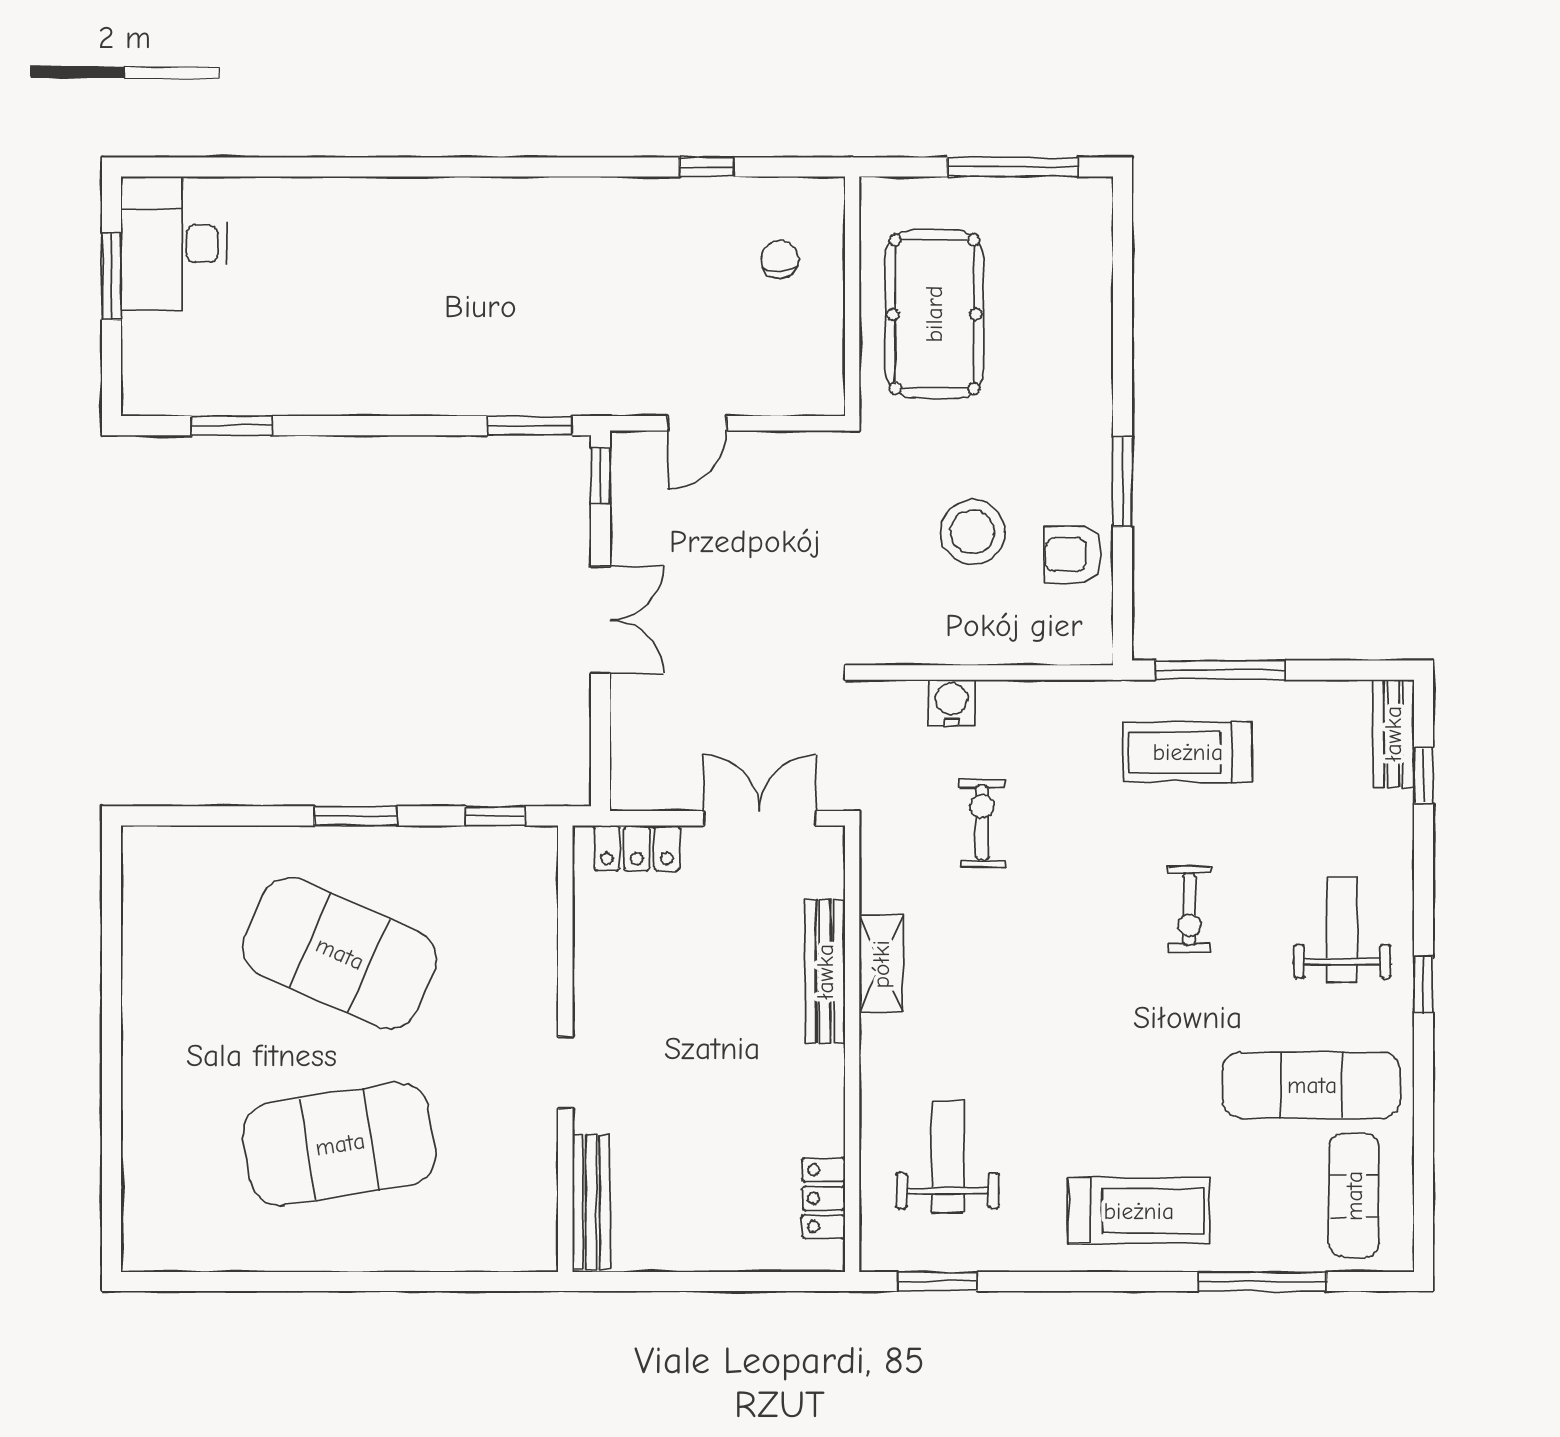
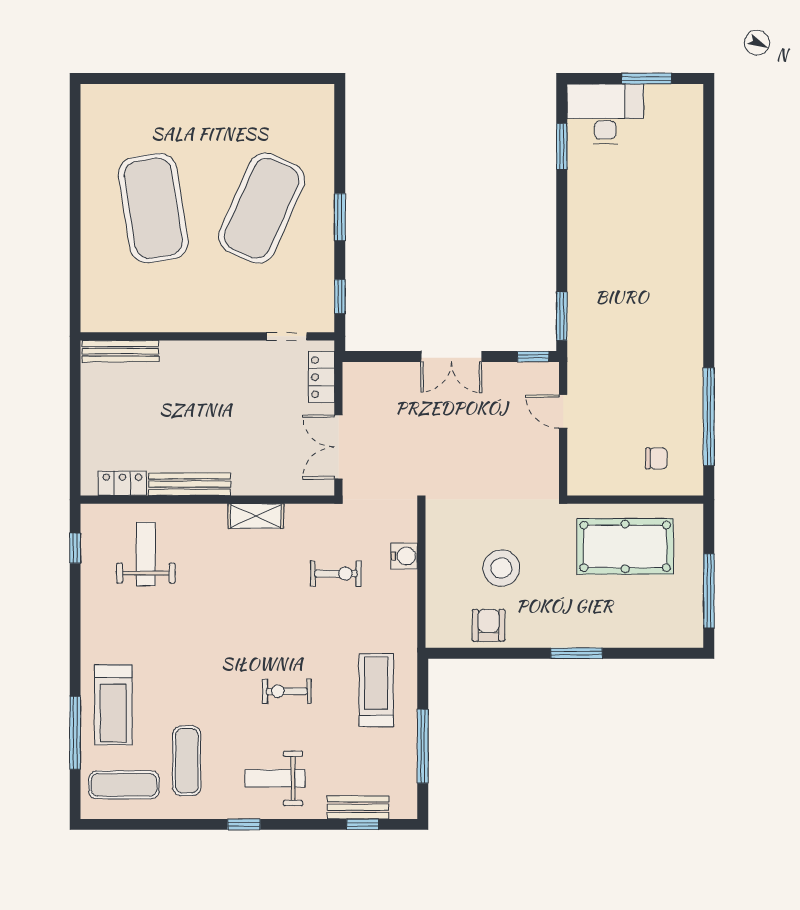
window: (706, 167) -> (709, 417), width x3.17
desk: (174, 244) -> (605, 114), moved
window: (1123, 481) -> (577, 653), moved
window: (1220, 670) -> (423, 746), moved
bench: (1393, 734) -> (358, 807), moved
double door: (760, 818) -> (338, 447), swing flipped
weight bench: (1342, 930) -> (275, 778), turned 180
bench: (825, 972) -> (190, 484), moved
doorway: (565, 1073) -> (287, 336), moved
exercise mat: (1312, 1085) -> (187, 761), width x0.73, depth x0.69
weight bench: (948, 1157) -> (146, 554), turned -90
treadmill: (1139, 1211) -> (113, 705), moved
window: (938, 1281) -> (75, 548), width x0.67

